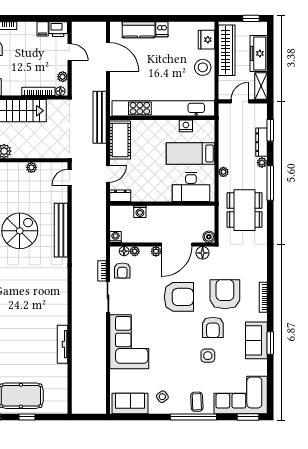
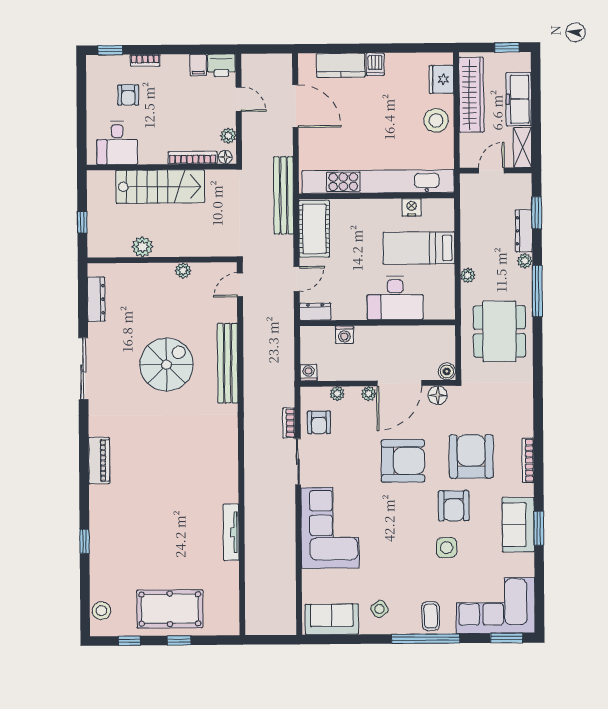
desk: (191, 187) -> (395, 298), moved
floor lamp: (124, 251) -> (321, 394), removed

